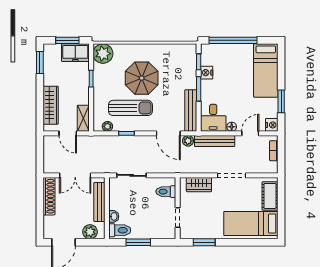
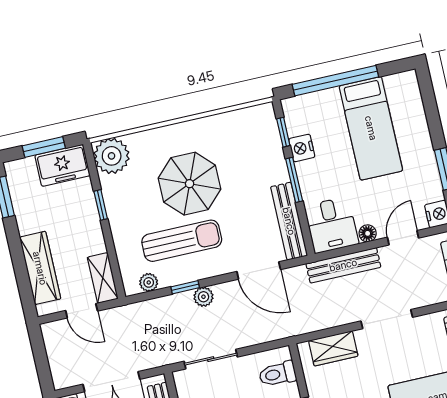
bed: (266, 70) -> (371, 128), moved
plant: (188, 141) -> (203, 297), moved

